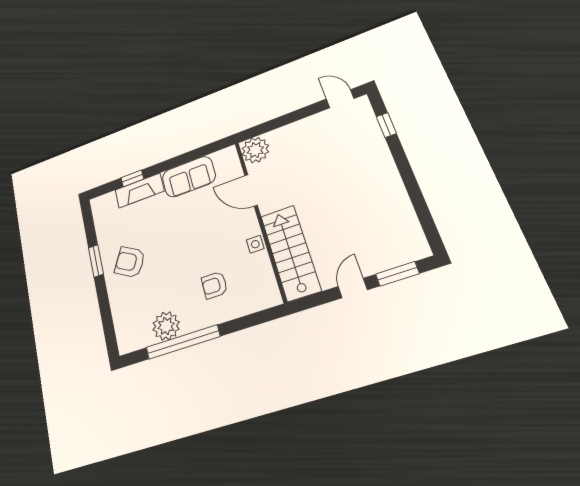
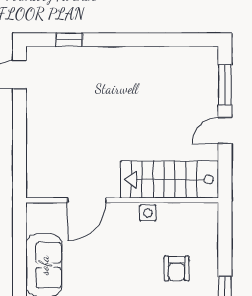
plant: (255, 150) -> (42, 182), removed
door: (353, 288) -> (225, 131), hinge flipped

